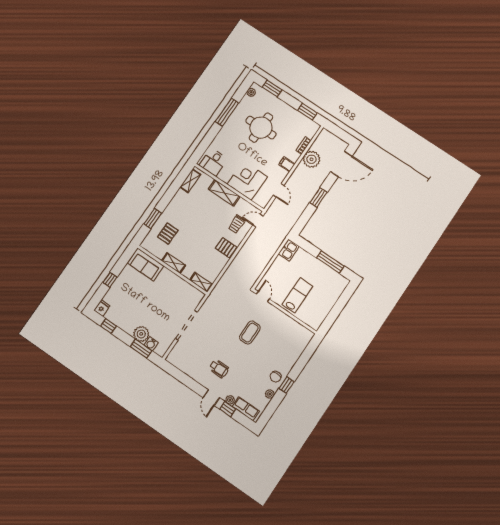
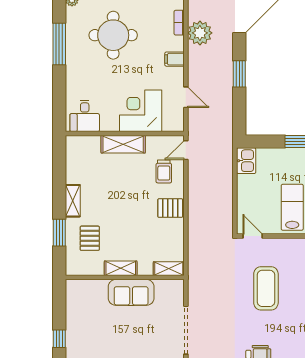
shelving: (190, 181) -> (73, 201), moved
sofa: (146, 265) -> (131, 292), moved
coffee table: (250, 333) -> (266, 288), width x1.36, depth x1.32

